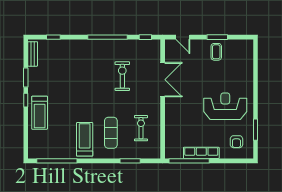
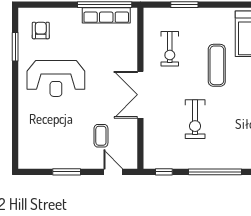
coffee table: (216, 52) -> (101, 136), moved
double door: (163, 80) -> (140, 95), moved
exercise mat: (111, 133) -> (217, 65), moved
row of seats: (201, 153) -> (106, 15), moved

